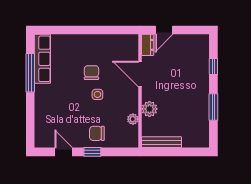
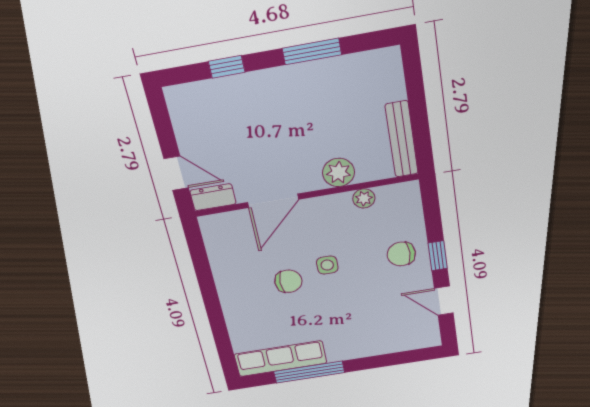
chair: (91, 73) -> (288, 281), turned 180
chair: (97, 133) -> (401, 254), turned 90
door: (64, 152) -> (444, 301), hinge flipped

